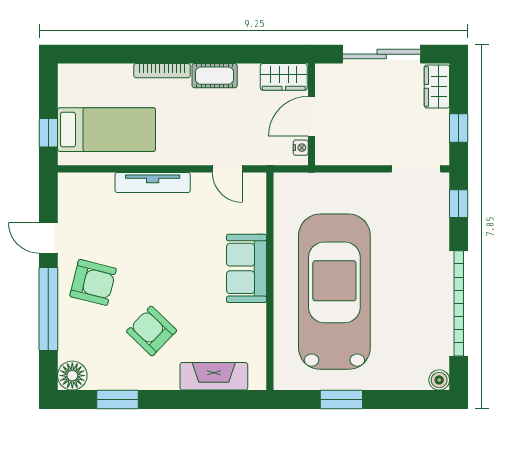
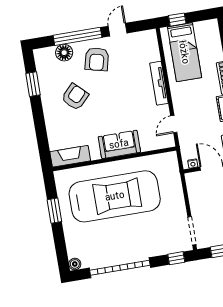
floor lamp: (72, 376) -> (64, 53), moved
fireplace: (214, 376) -> (70, 156), moved, turned -90

